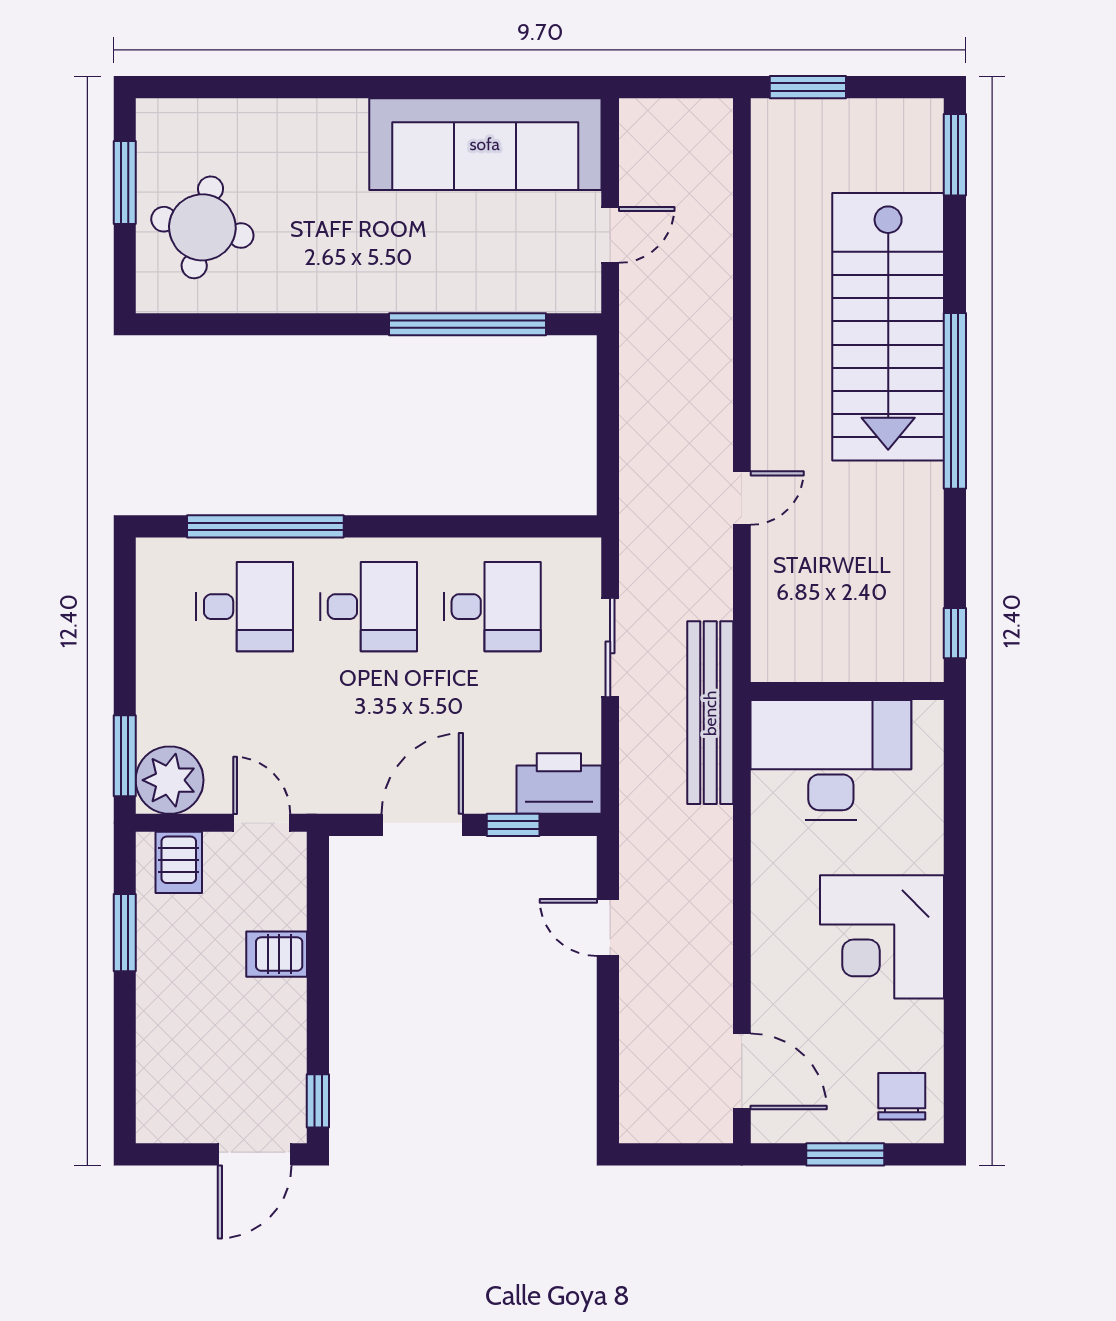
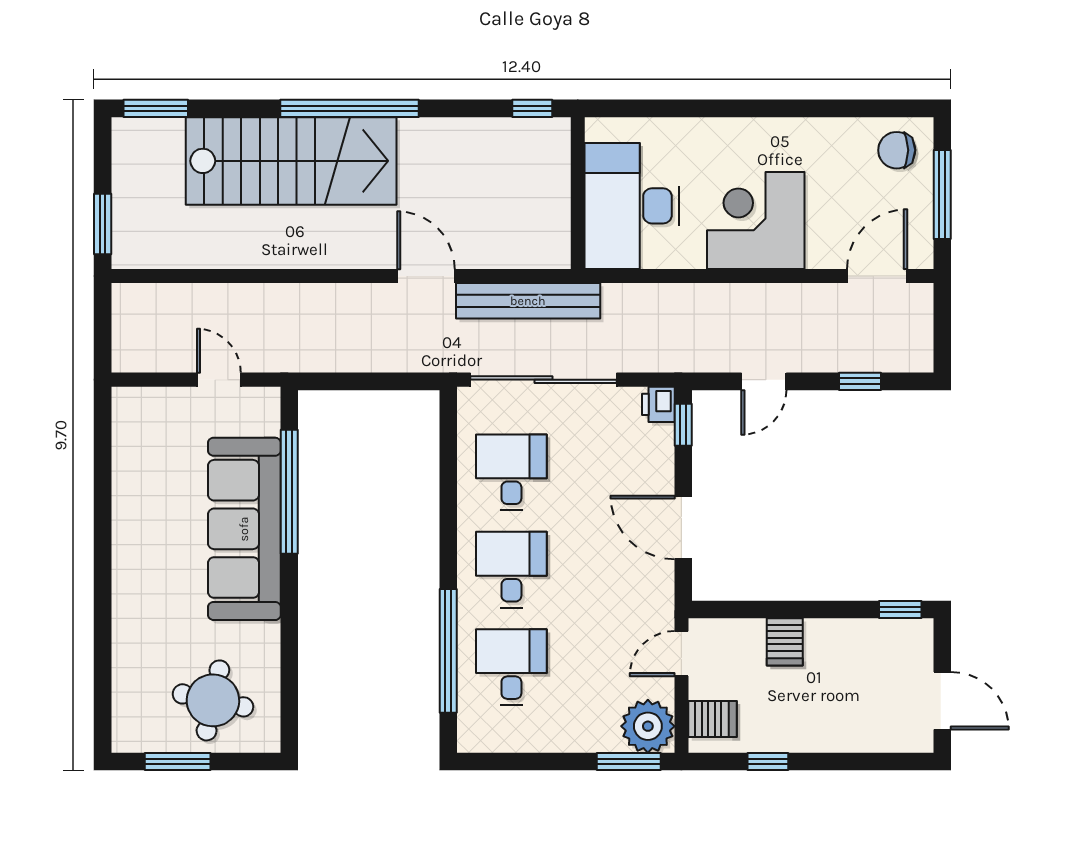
sofa: (485, 144) -> (244, 529), moved, turned 180
door: (742, 498) -> (426, 276), width x1.37
sliding door: (610, 647) -> (543, 380), width x1.86
bench: (710, 713) -> (528, 301), moved
printer: (559, 784) -> (658, 404), width x0.53, depth x0.68
window: (513, 825) -> (683, 425), moved
window: (125, 933) -> (768, 761), width x0.67
corner desk: (882, 937) -> (756, 220), moved, turned 180
window: (608, 1050) -> (860, 381), added
door: (255, 1154) -> (942, 701), moved
window: (845, 1154) -> (942, 195), width x1.44

